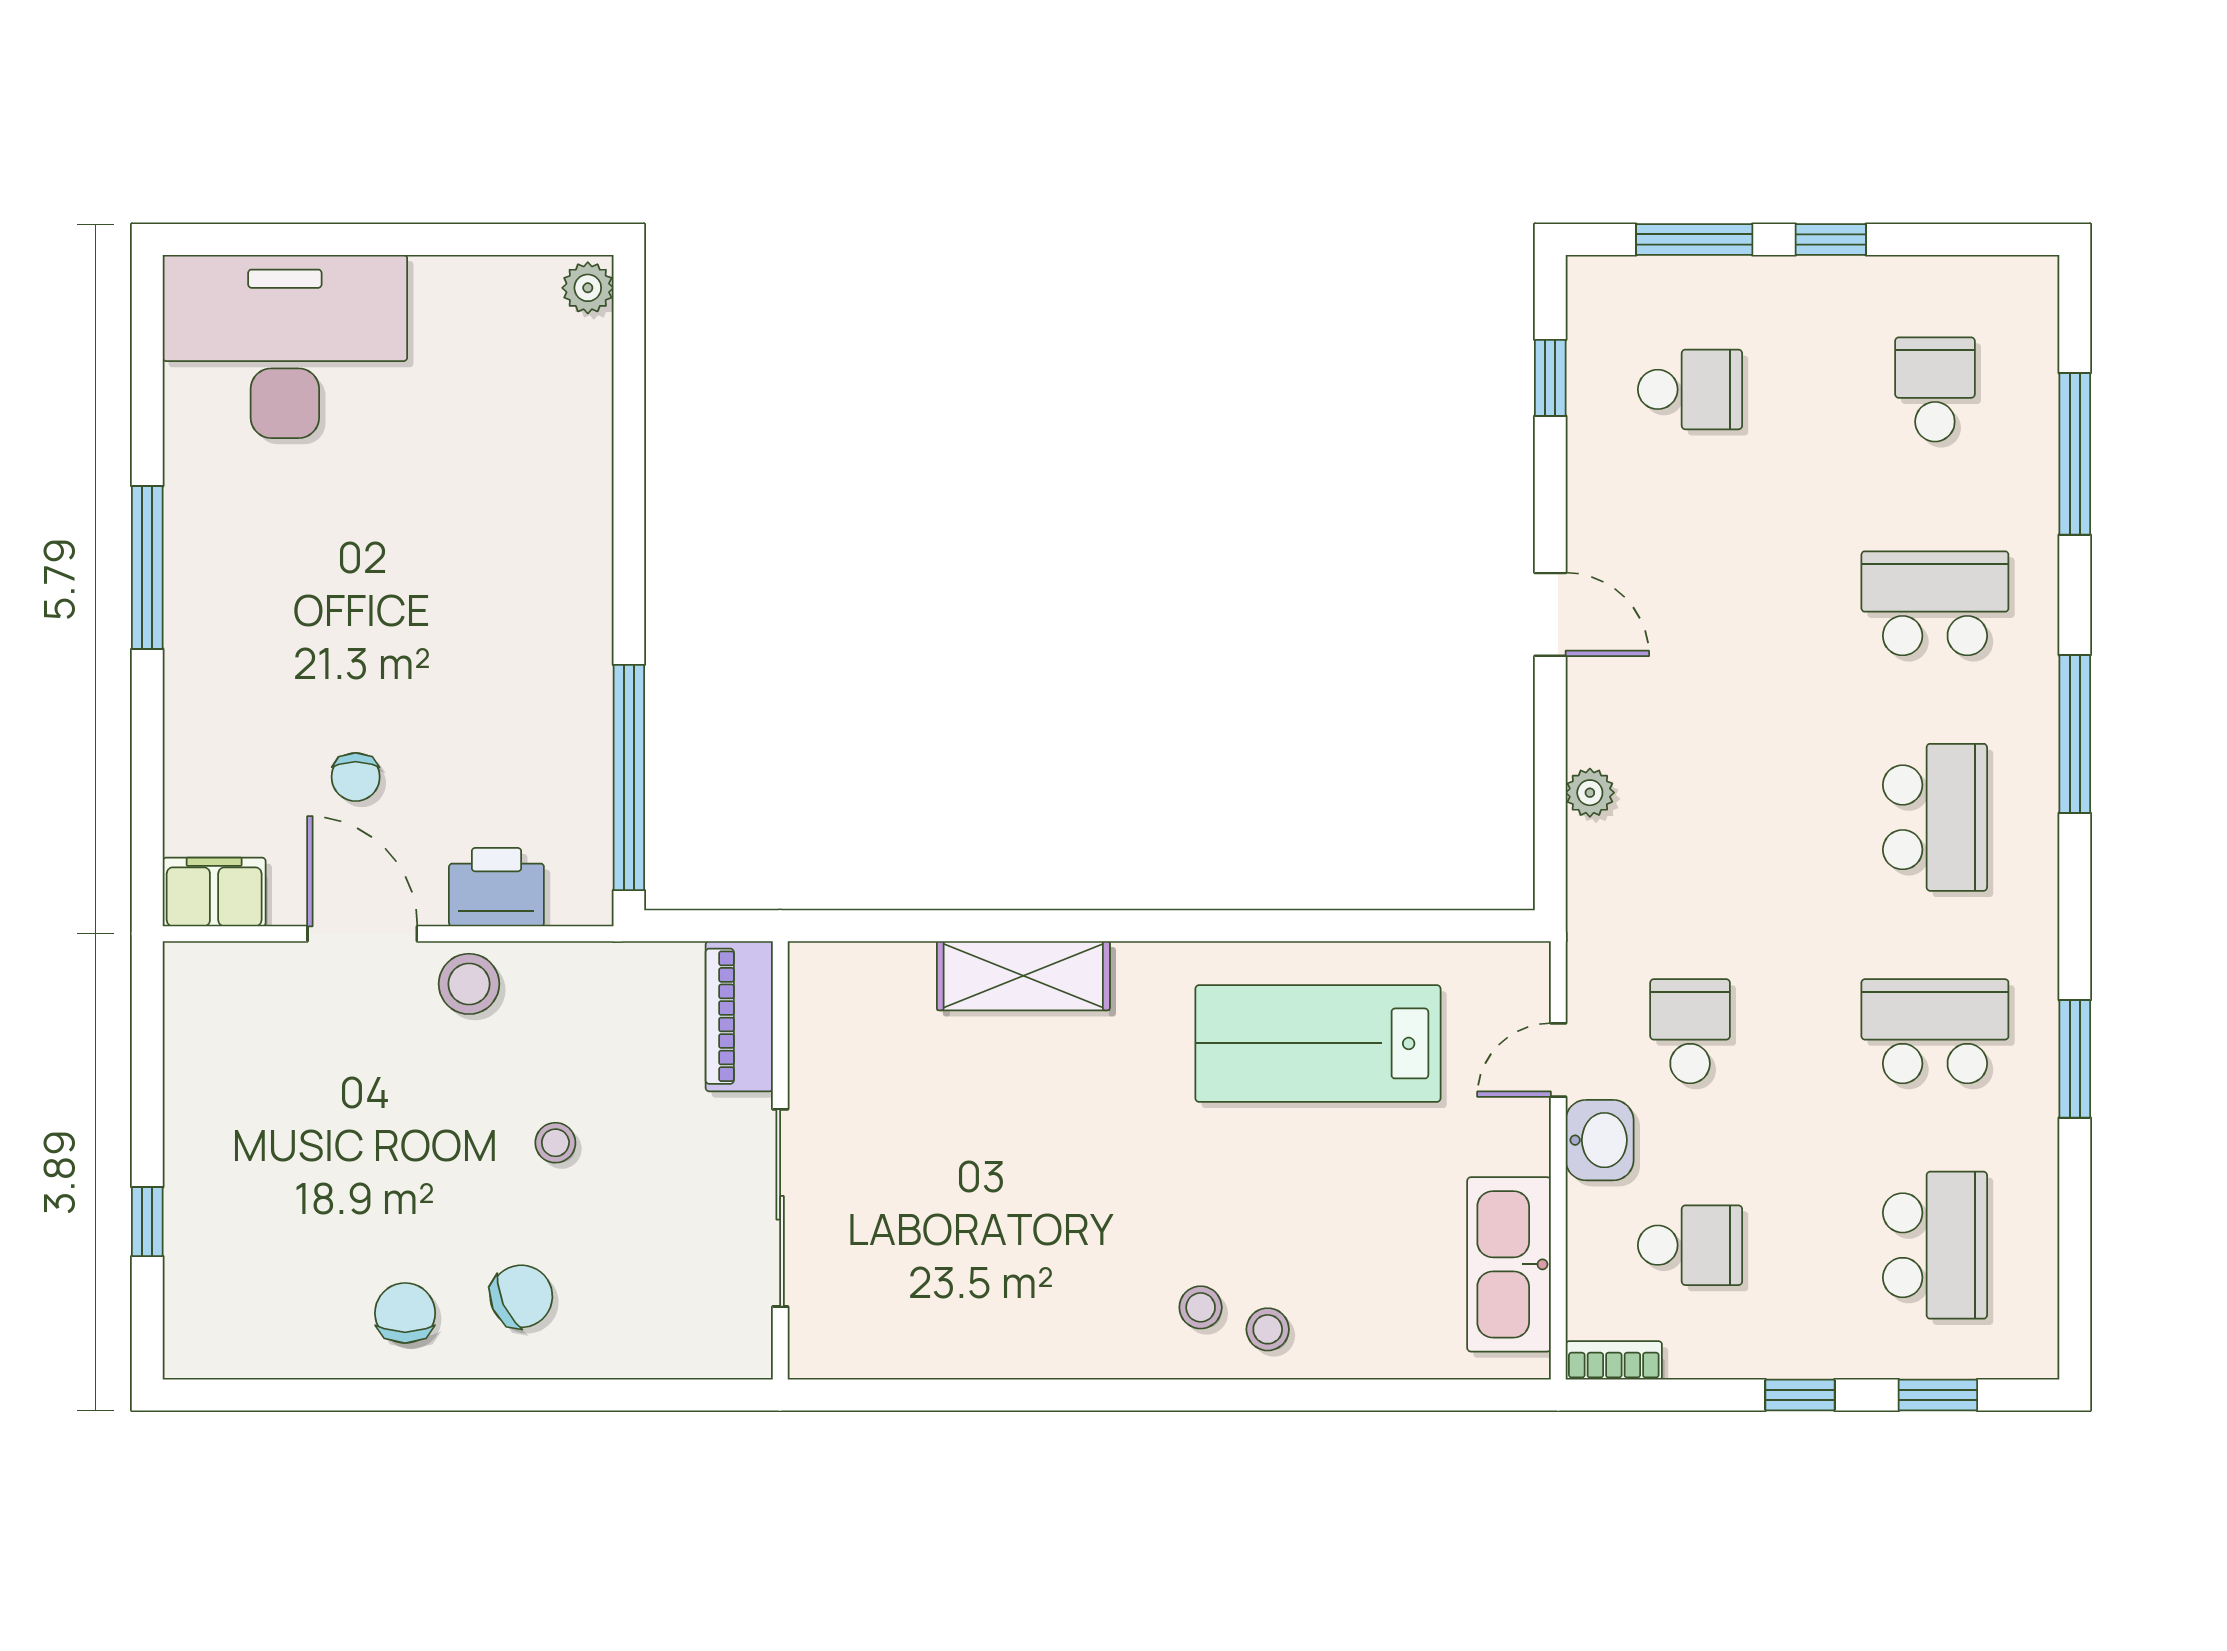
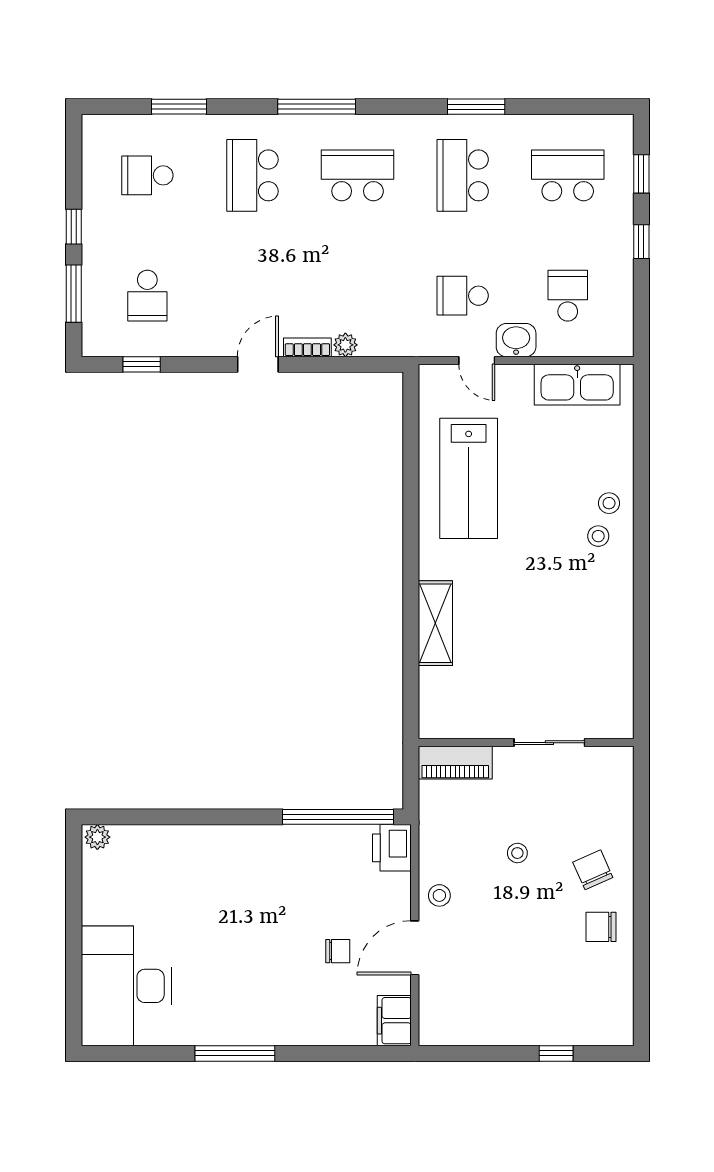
school desk: (1690, 389) -> (147, 296), turned 180
window: (2075, 454) -> (179, 107), width x0.69
printer: (496, 887) -> (392, 848), moved
stool: (469, 984) -> (439, 895), width x0.73, depth x0.73
sliding door: (780, 1208) -> (549, 743), width x0.73
bookcase: (1614, 1360) -> (307, 347), moved, turned 90

